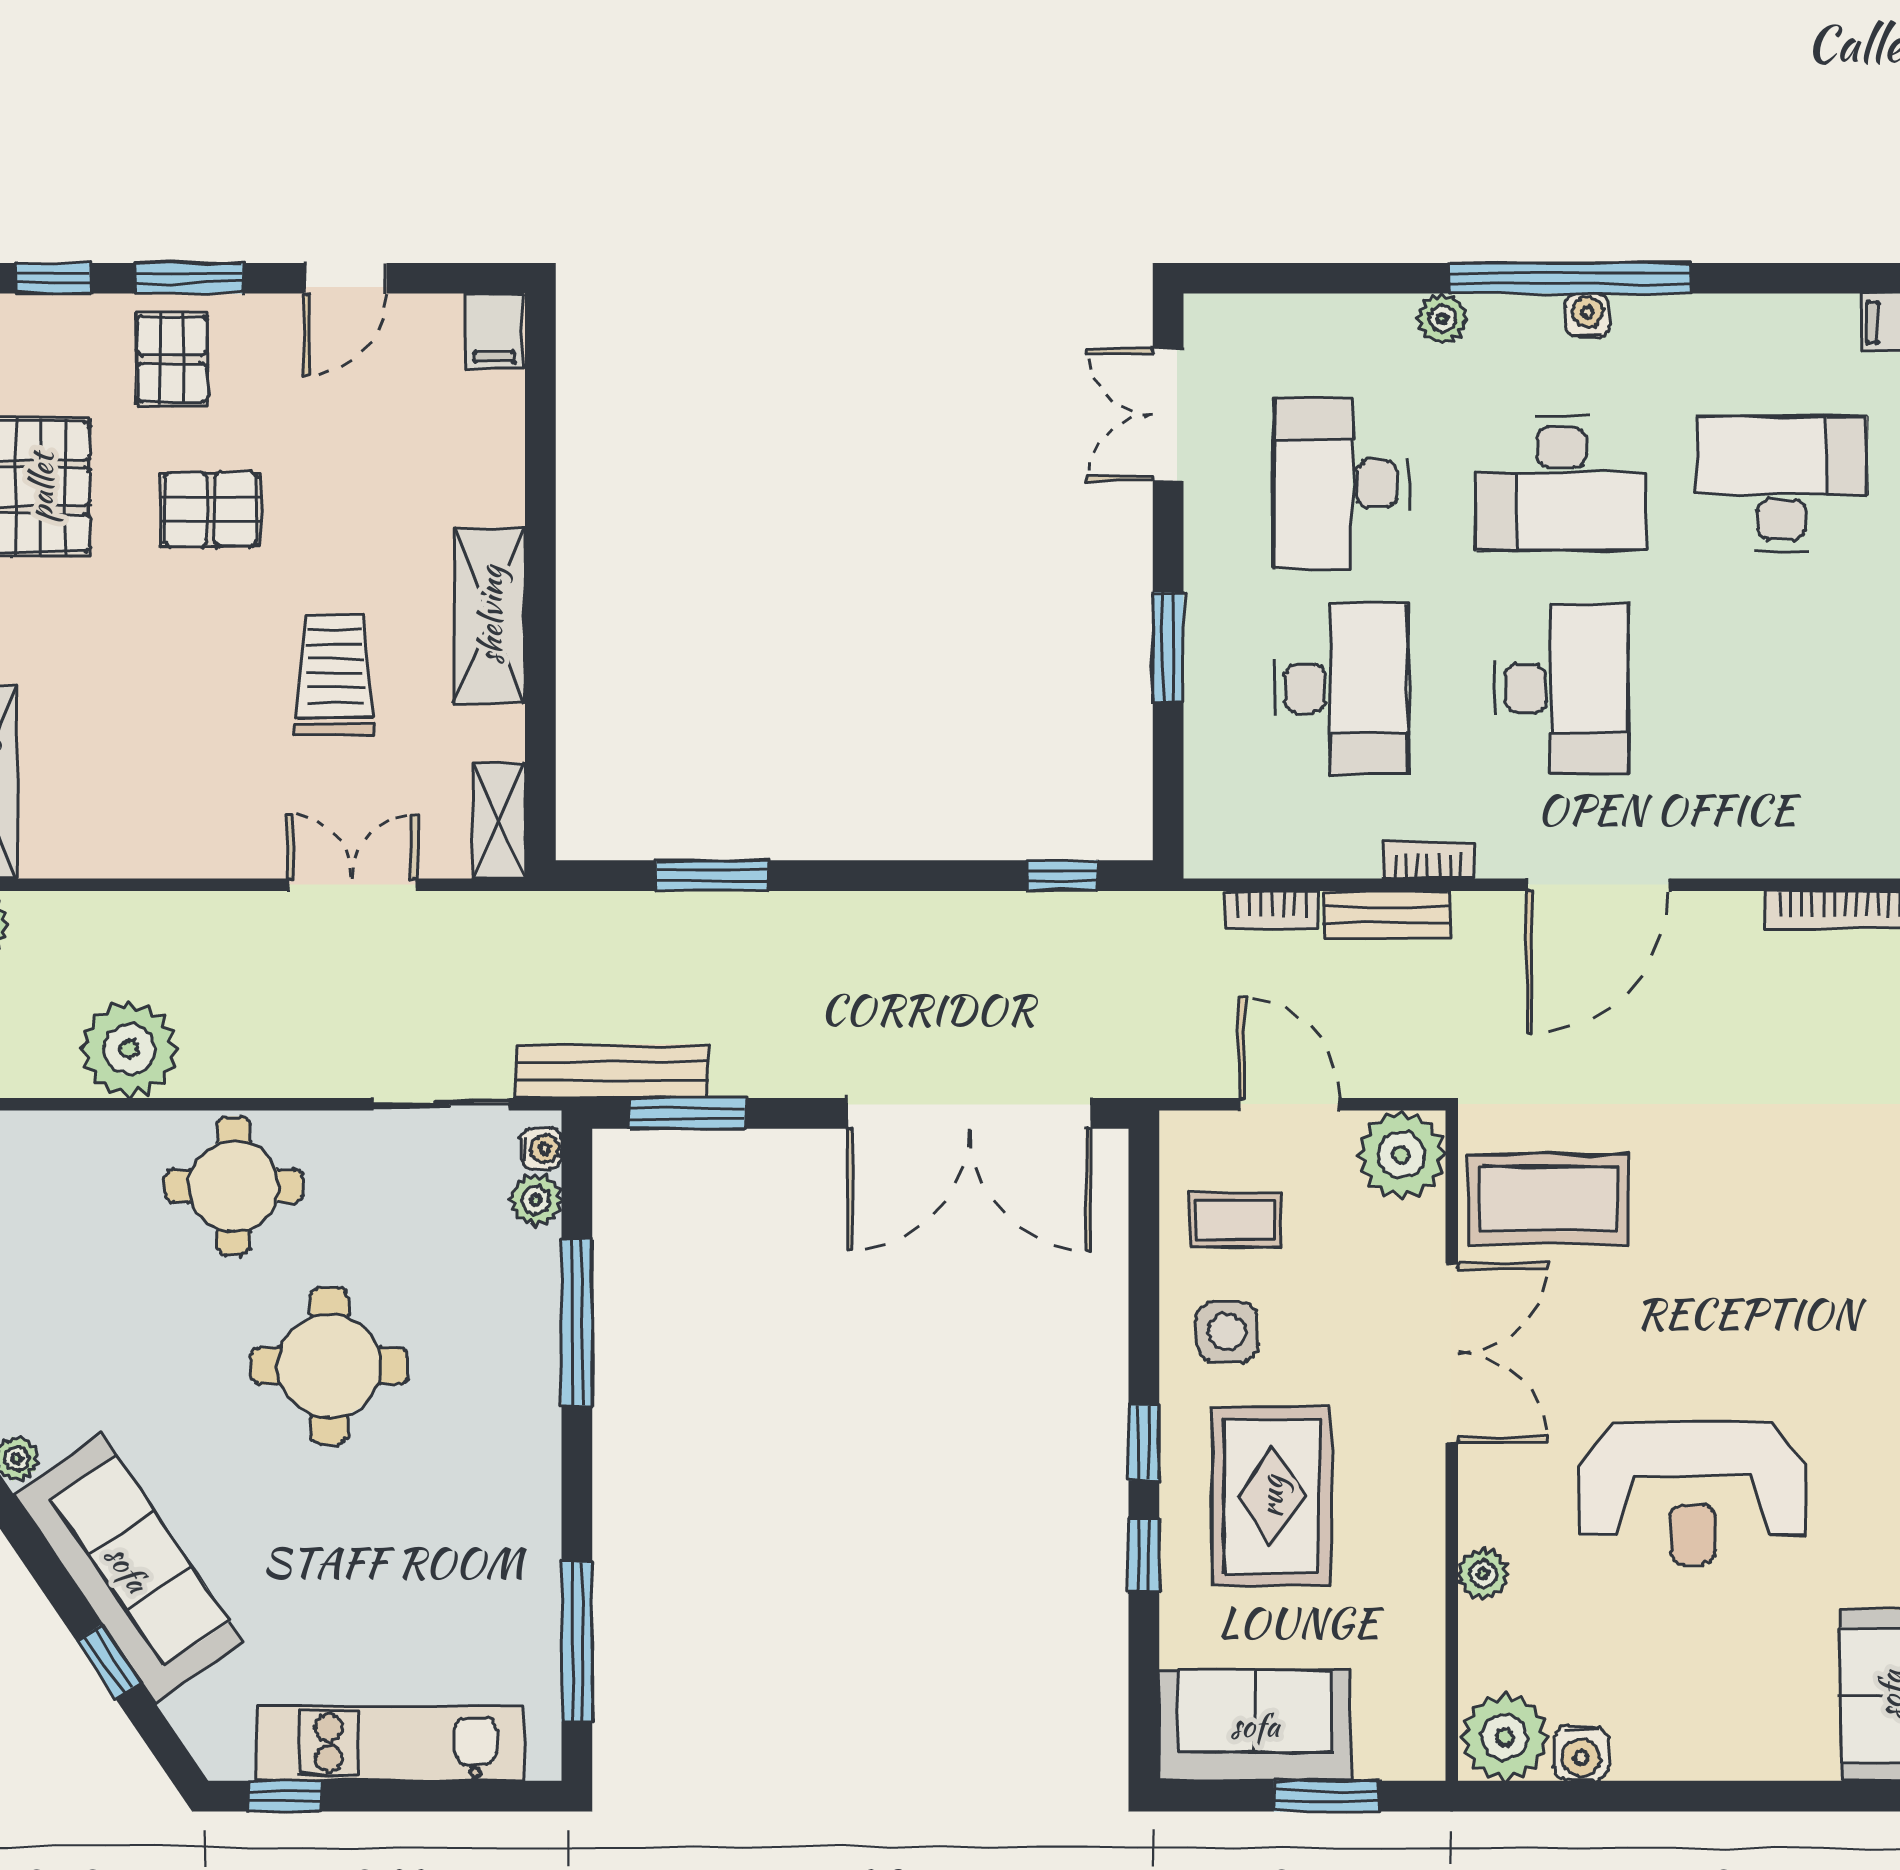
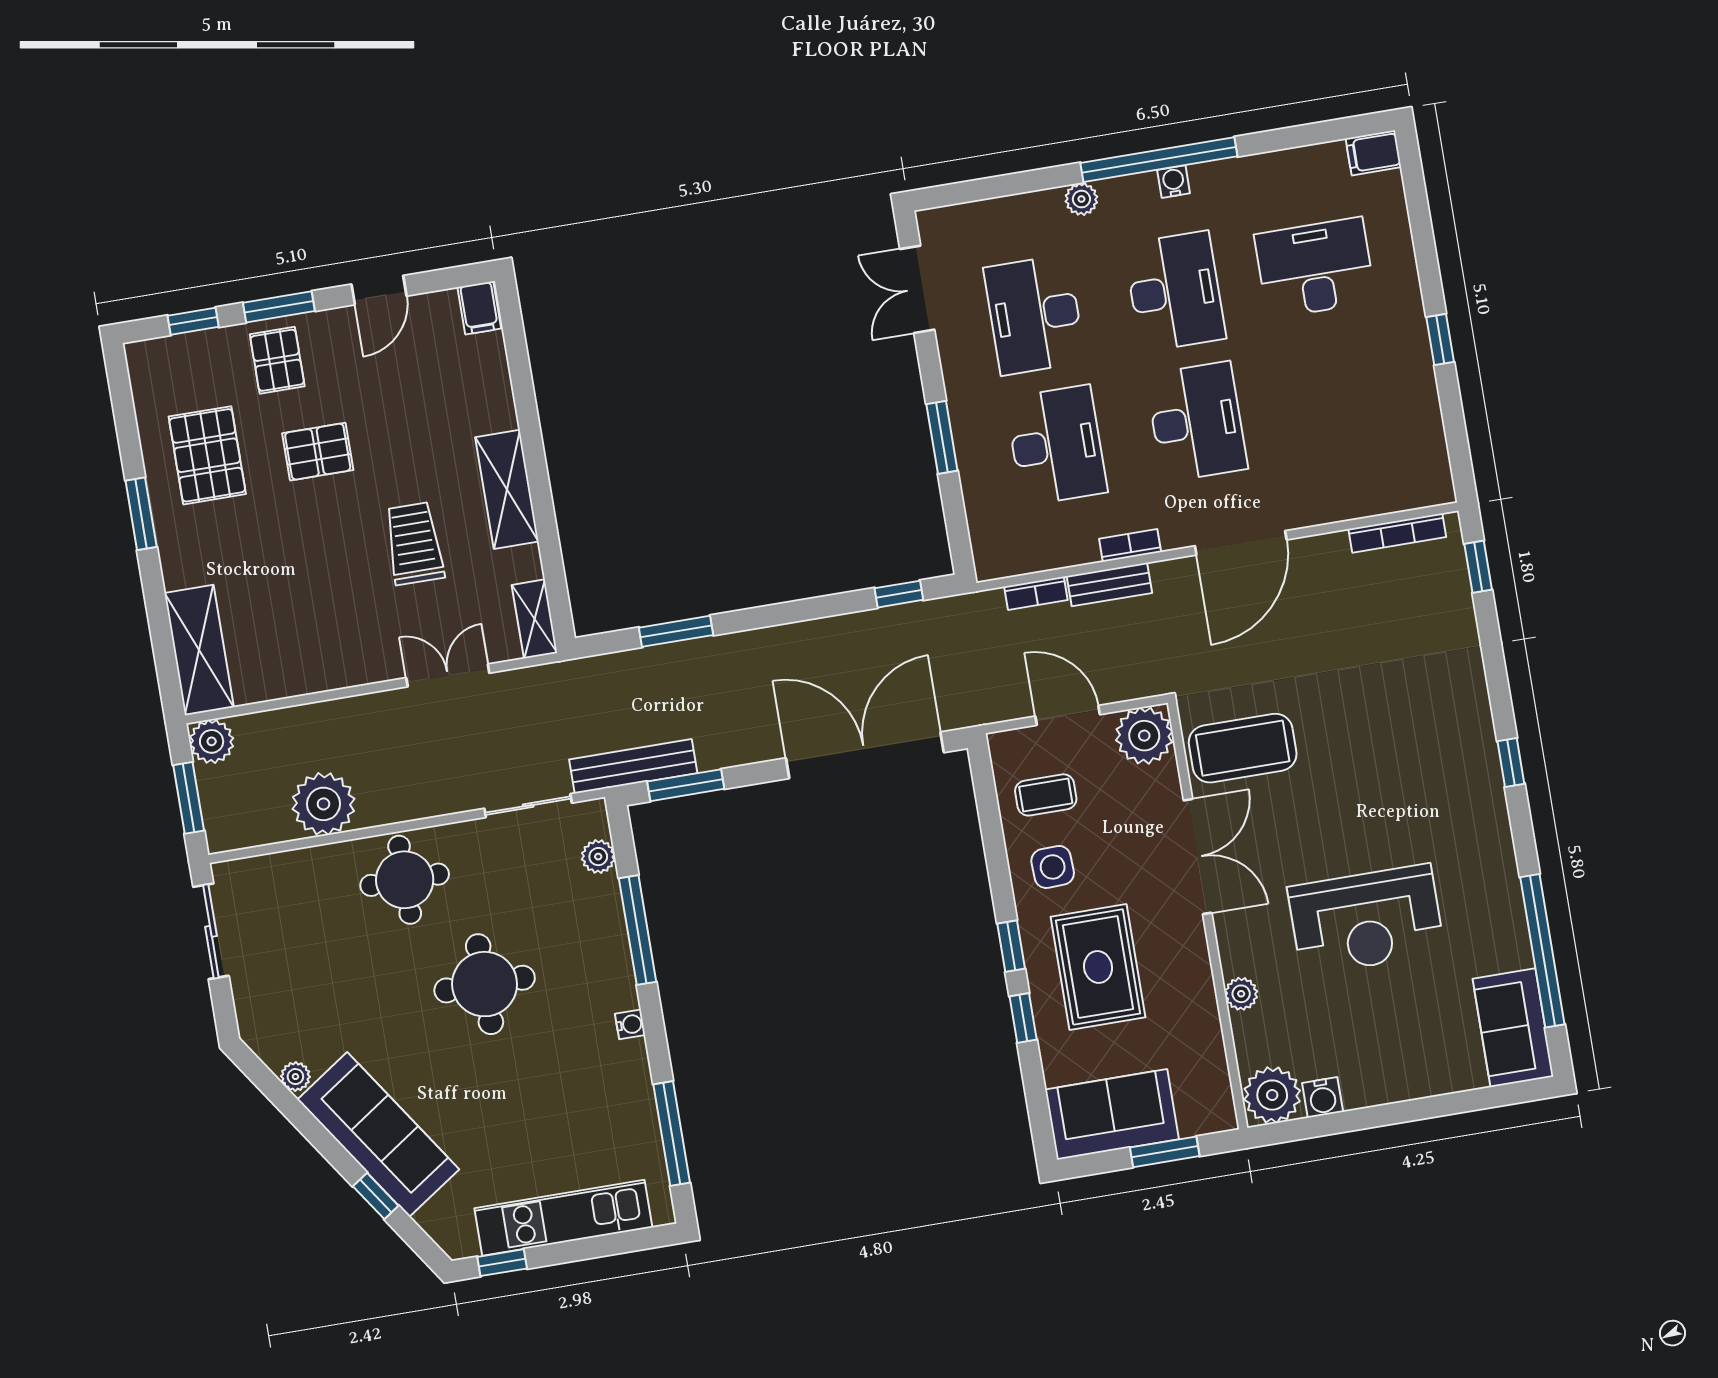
desk: (1561, 484) -> (1175, 291), turned -90
double door: (969, 1113) -> (865, 755), swing flipped
water cooler: (541, 1149) -> (630, 1024), moved

